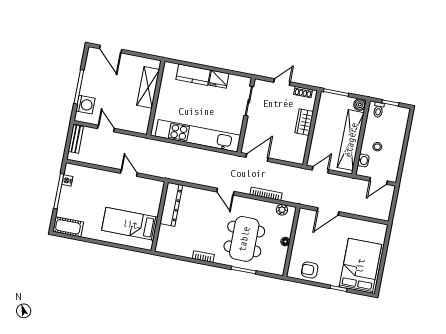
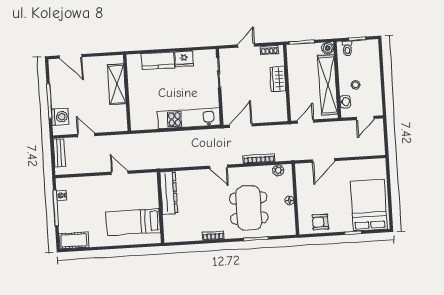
kitchen unit: (198, 136) -> (189, 118), width x0.73

